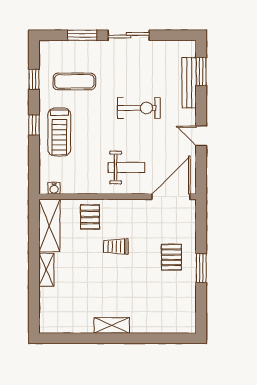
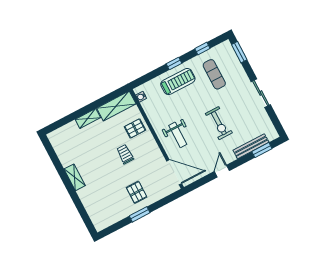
window: (82, 35) -> (239, 52), moved
treadmill: (59, 132) -> (178, 82), turned 180
pallet: (171, 257) -> (137, 192), turned 90

